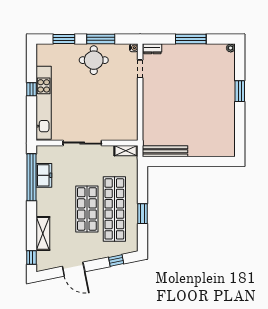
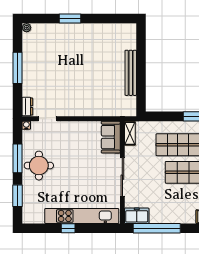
sofa: (122, 131) -> (111, 137), added
bench: (165, 151) -> (131, 73), moved
freezer: (44, 175) -> (137, 216), moved

